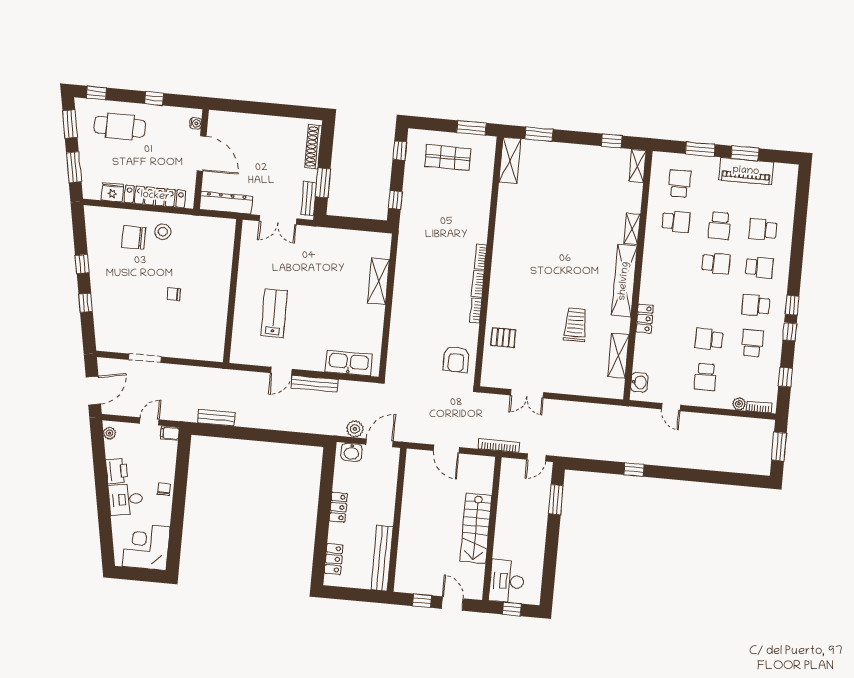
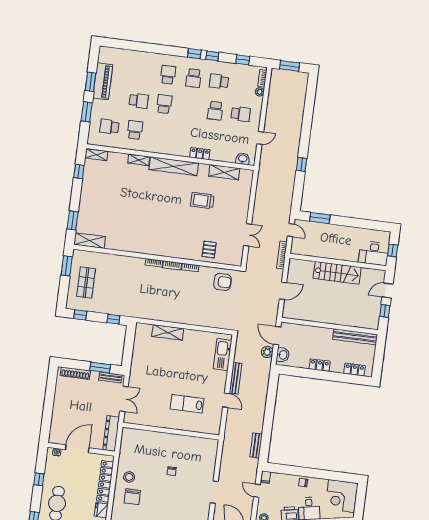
school desk: (763, 230) -> (143, 71), removed

